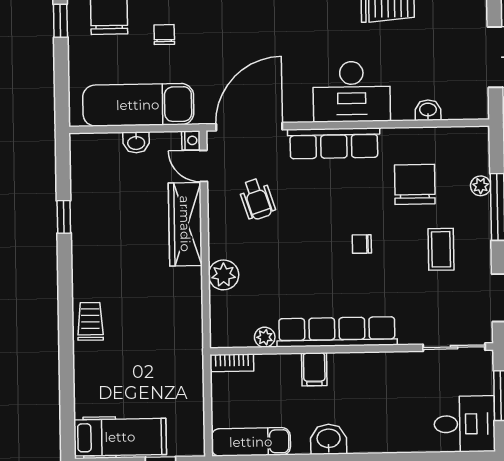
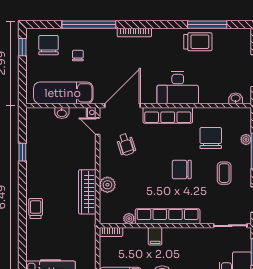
washbasin: (428, 110) -> (236, 98), moved
wardrobe: (185, 224) -> (87, 192), moved
chair: (362, 244) -> (182, 170), width x1.87, depth x1.87

